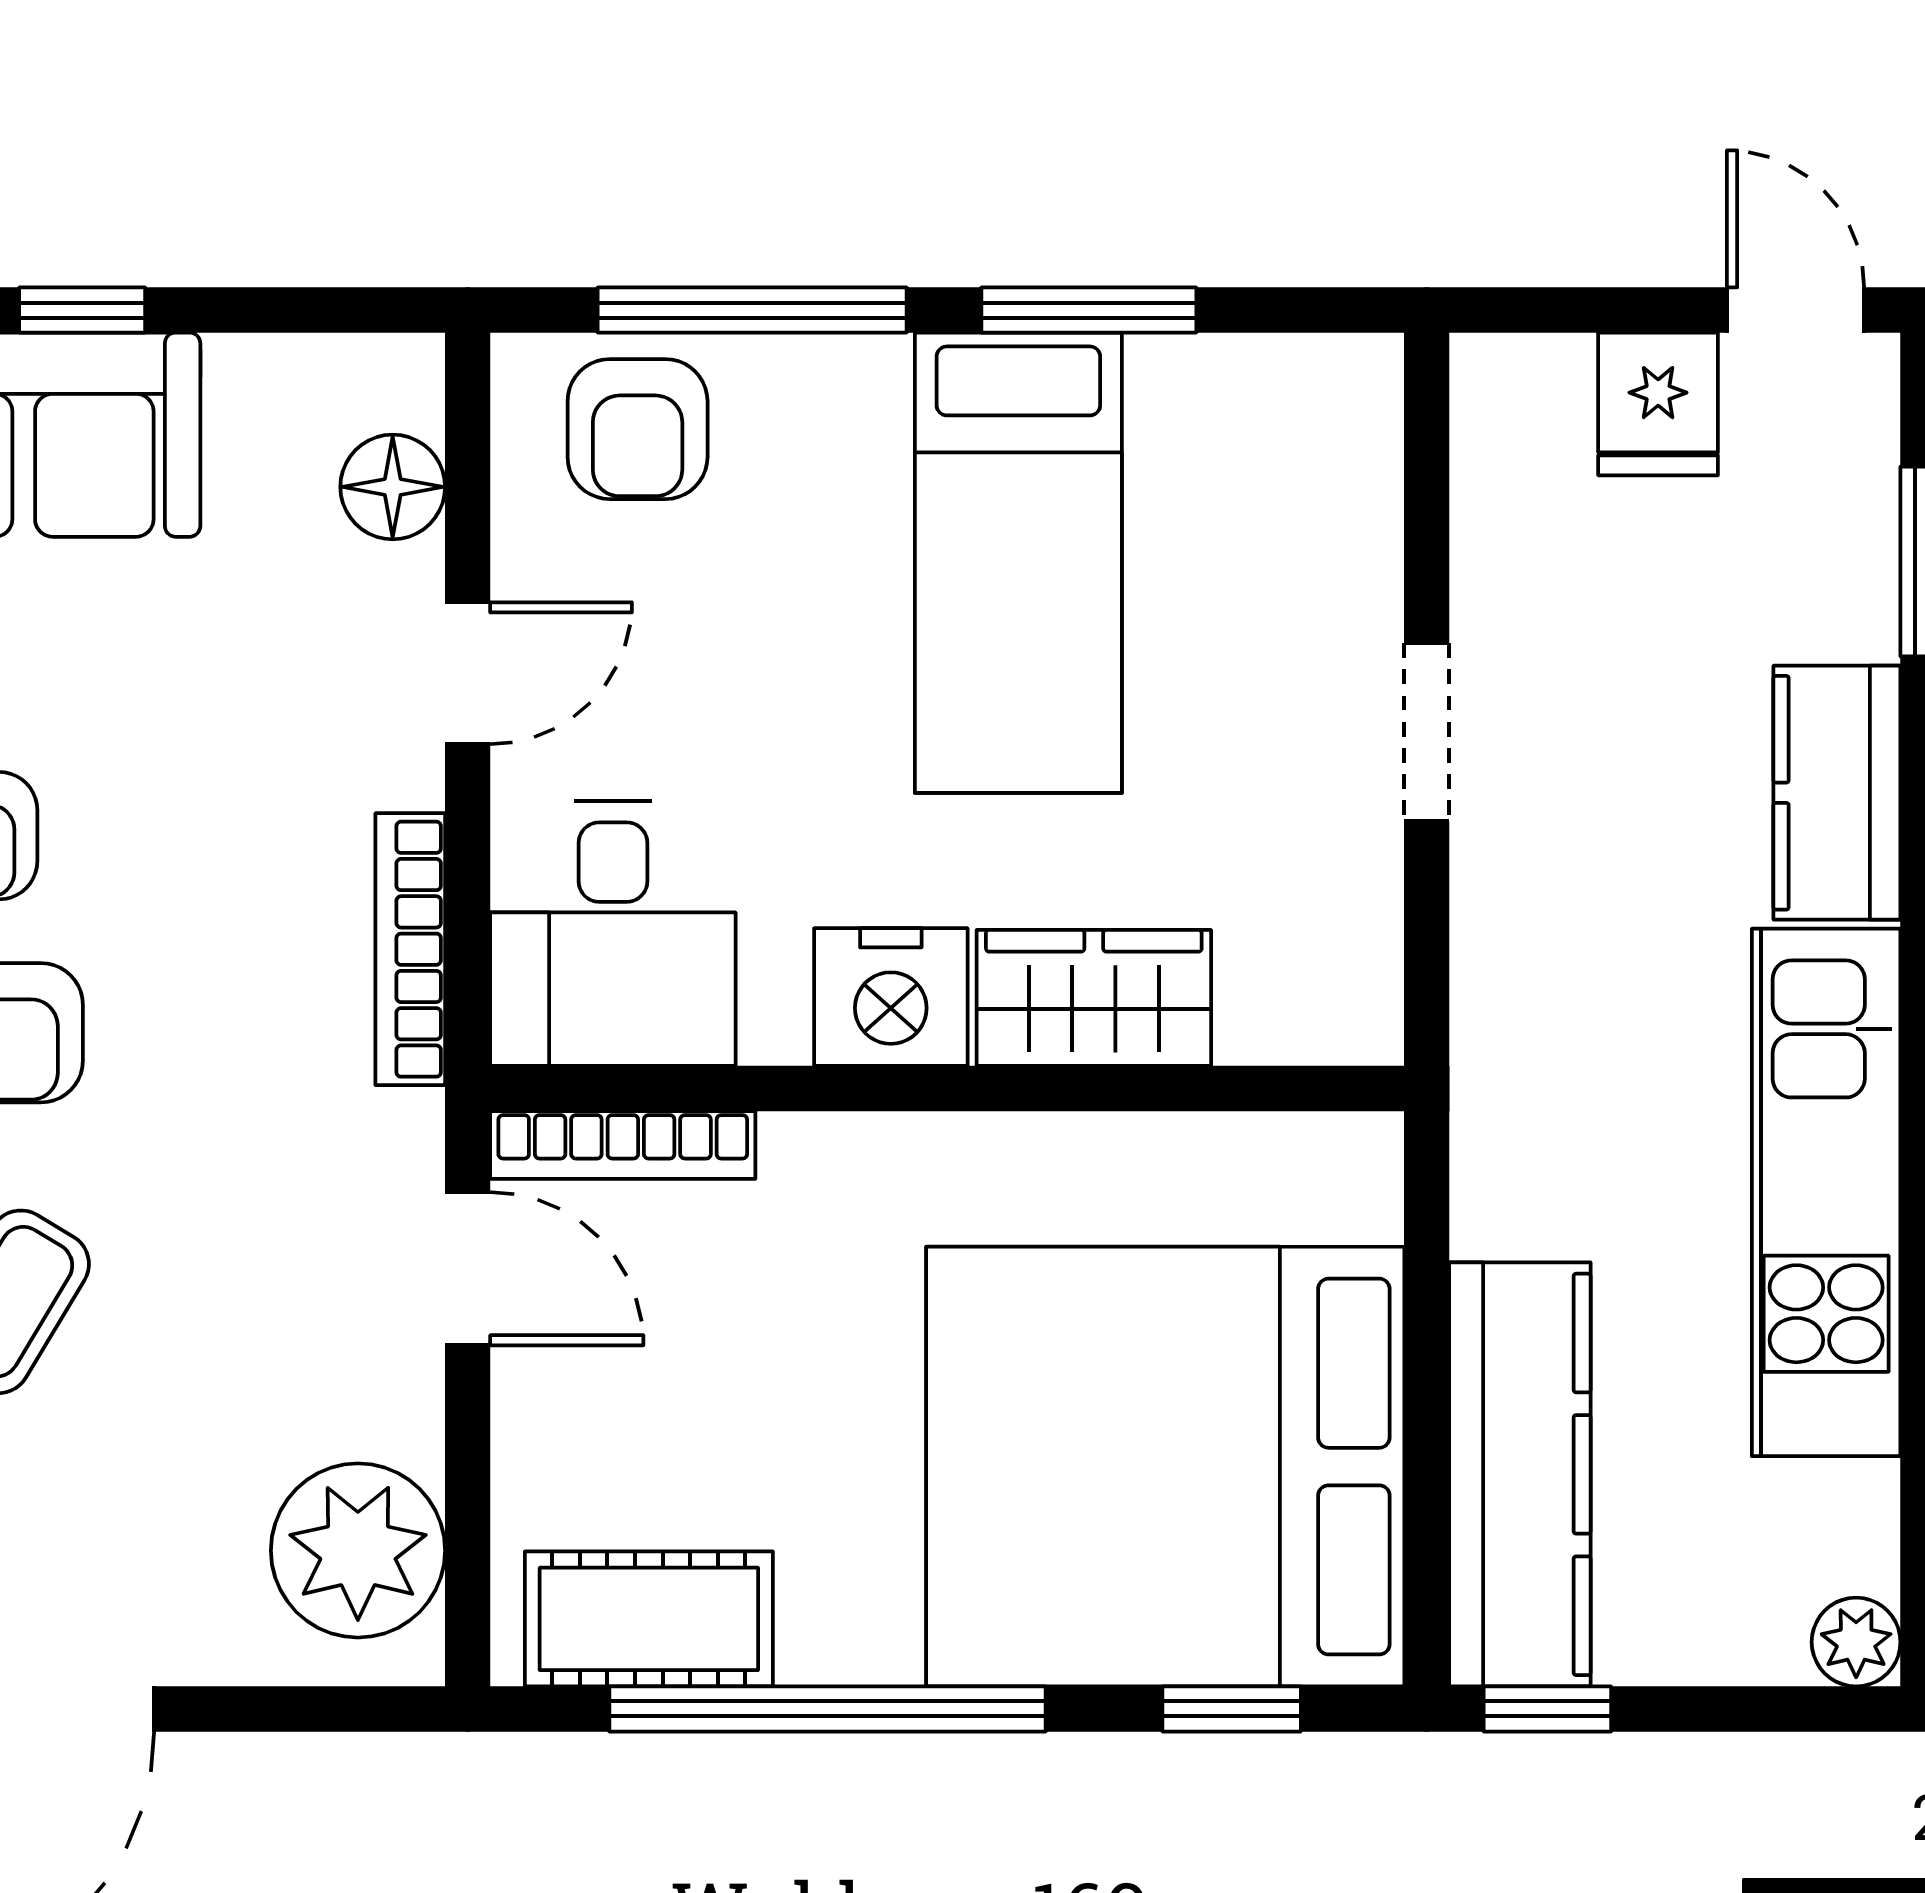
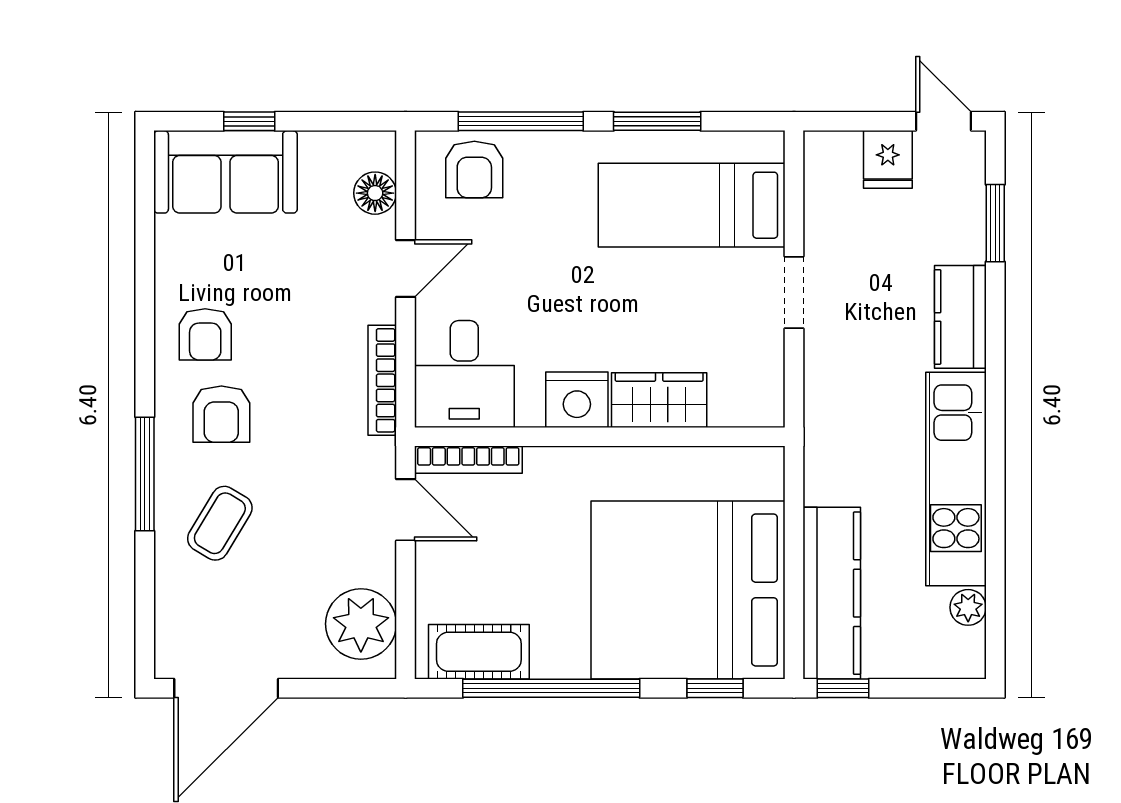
bed: (1018, 563) -> (692, 205), moved, turned 90
plant: (1856, 1642) -> (968, 607), moved

